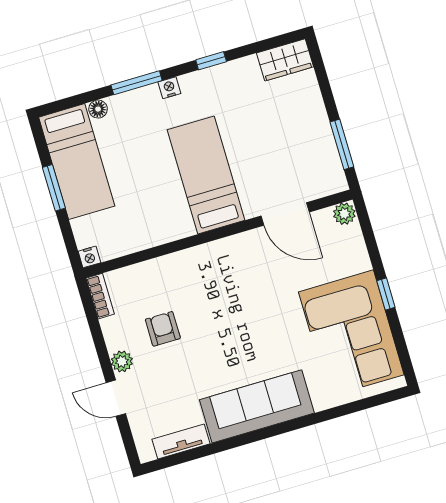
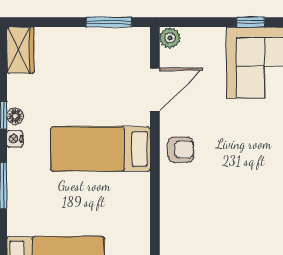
nightstand: (169, 88) -> (15, 139), moved
floor lamp: (98, 109) -> (15, 116), moved
armchair: (163, 329) -> (181, 150), moved, turned 180

